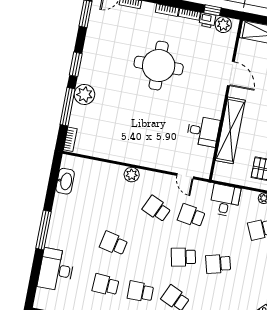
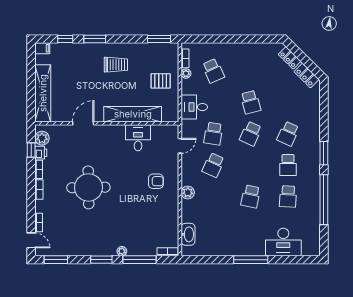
plant: (84, 94) -> (122, 251), width x0.53, depth x0.53
armchair: (151, 142) -> (156, 181), added
washbasin: (65, 181) -> (188, 234), moved, turned 90
school desk: (183, 257) -> (251, 134), turned 36

